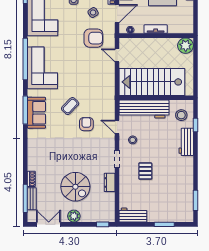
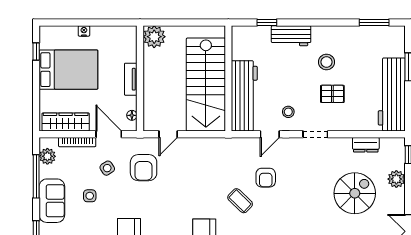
armchair: (93, 38) -> (144, 168), turned 180
stool: (181, 115) -> (326, 62), moved
armchair: (86, 124) -> (266, 178), turned -90
dresser: (110, 182) -> (366, 145), moved
workbench: (133, 215) -> (392, 94), width x1.88, depth x1.32
plant: (74, 216) -> (396, 179), moved

